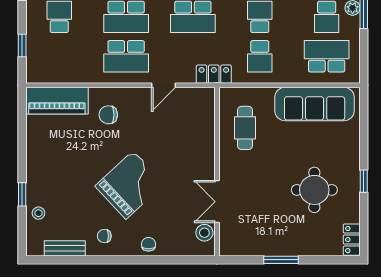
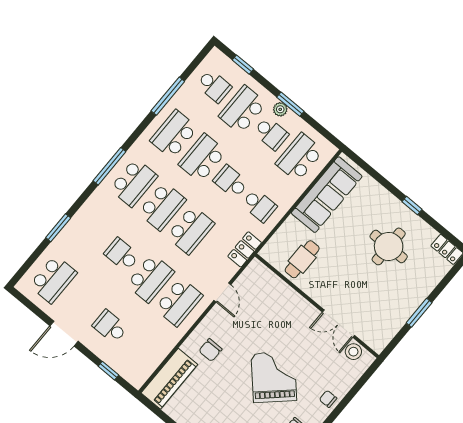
cafe table: (245, 128) -> (302, 259), turned 90

